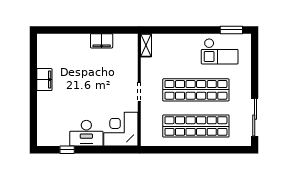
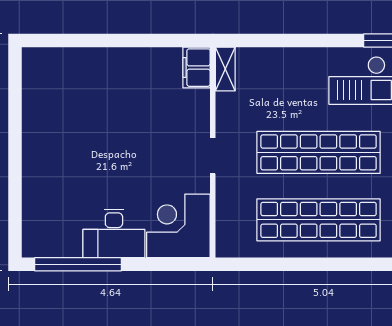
filing cabinet: (102, 41) -> (197, 68), moved, turned 90
filing cabinet: (44, 80) -> (36, 133), removed
window: (67, 150) -> (78, 264), width x3.17

